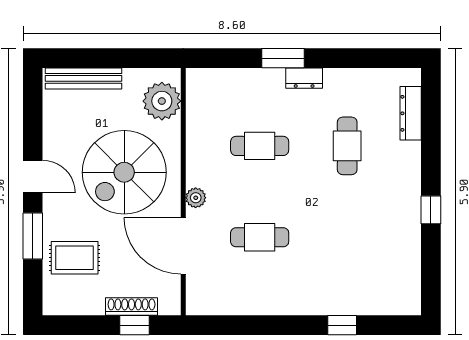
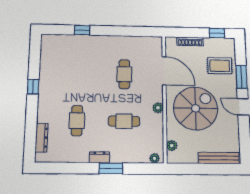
plant: (203, 77) -> (155, 158), added
plant: (162, 101) -> (172, 145), width x0.53, depth x0.53
plant: (196, 198) -> (158, 108), moved
cafe table: (260, 237) -> (124, 74), turned 90
window: (134, 325) -> (217, 33), moved

